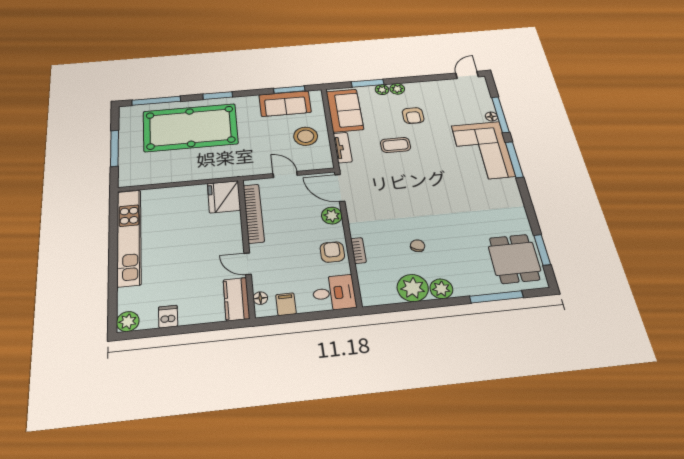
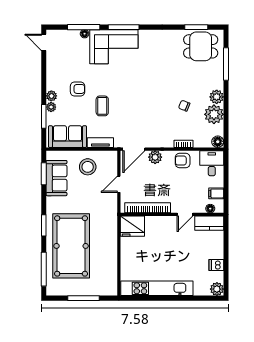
floor lamp: (370, 298) -> (218, 142), added

